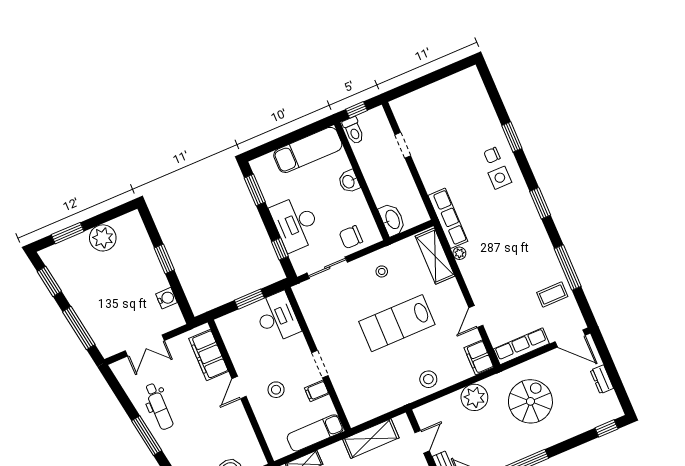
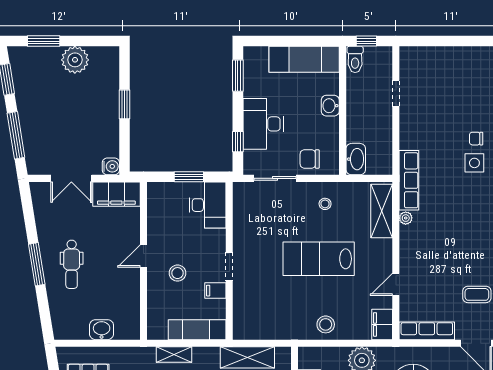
water cooler: (166, 298) -> (111, 166), moved
filing cabinet: (209, 355) -> (116, 194), moved, turned -90
dental chair: (159, 406) -> (72, 264), moved

